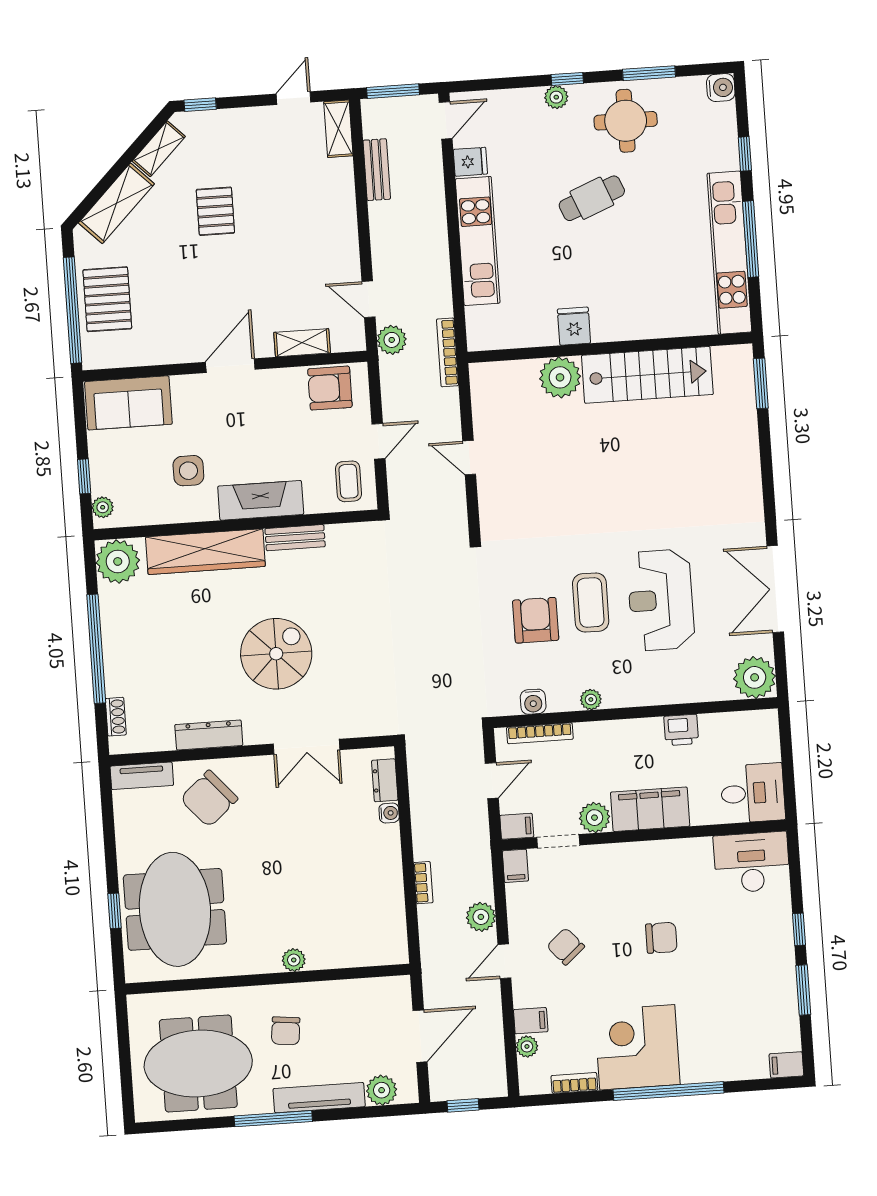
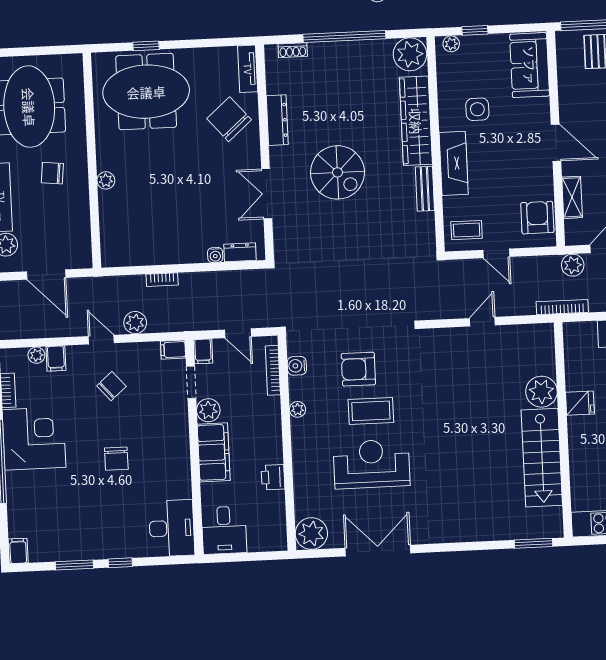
armchair: (536, 620) -> (358, 369), turned 180

